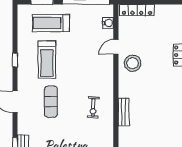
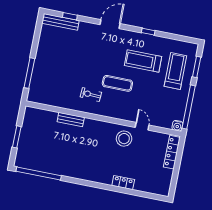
water cooler: (108, 23) -> (177, 126), moved
exercise mat: (51, 102) -> (117, 83), moved
bench: (124, 112) -> (71, 119), moved

